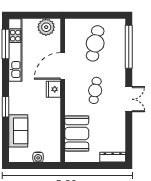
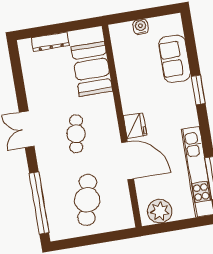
door: (63, 66) -> (128, 161), hinge flipped
dresser: (113, 157) -> (50, 42), moved

